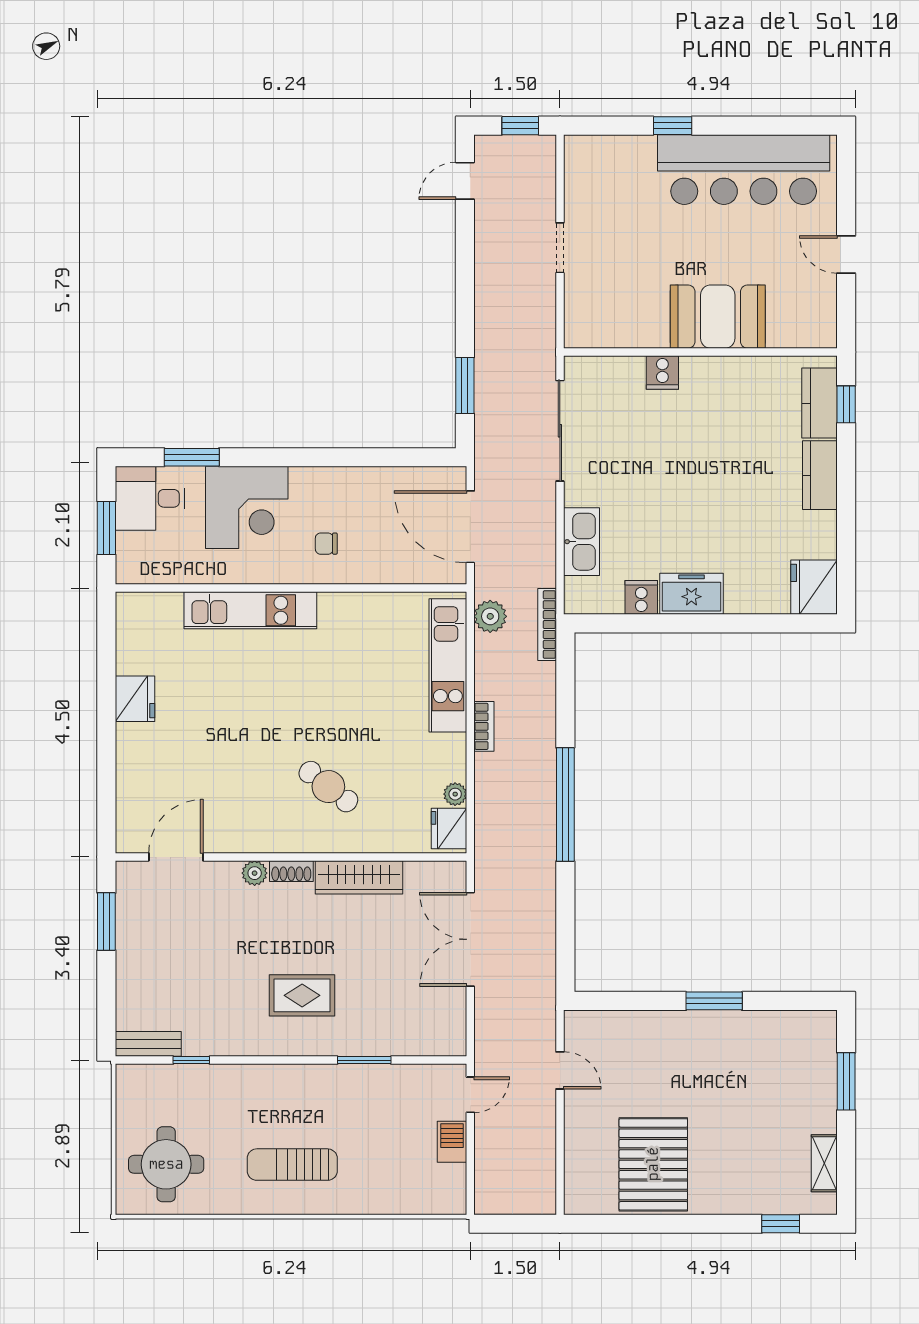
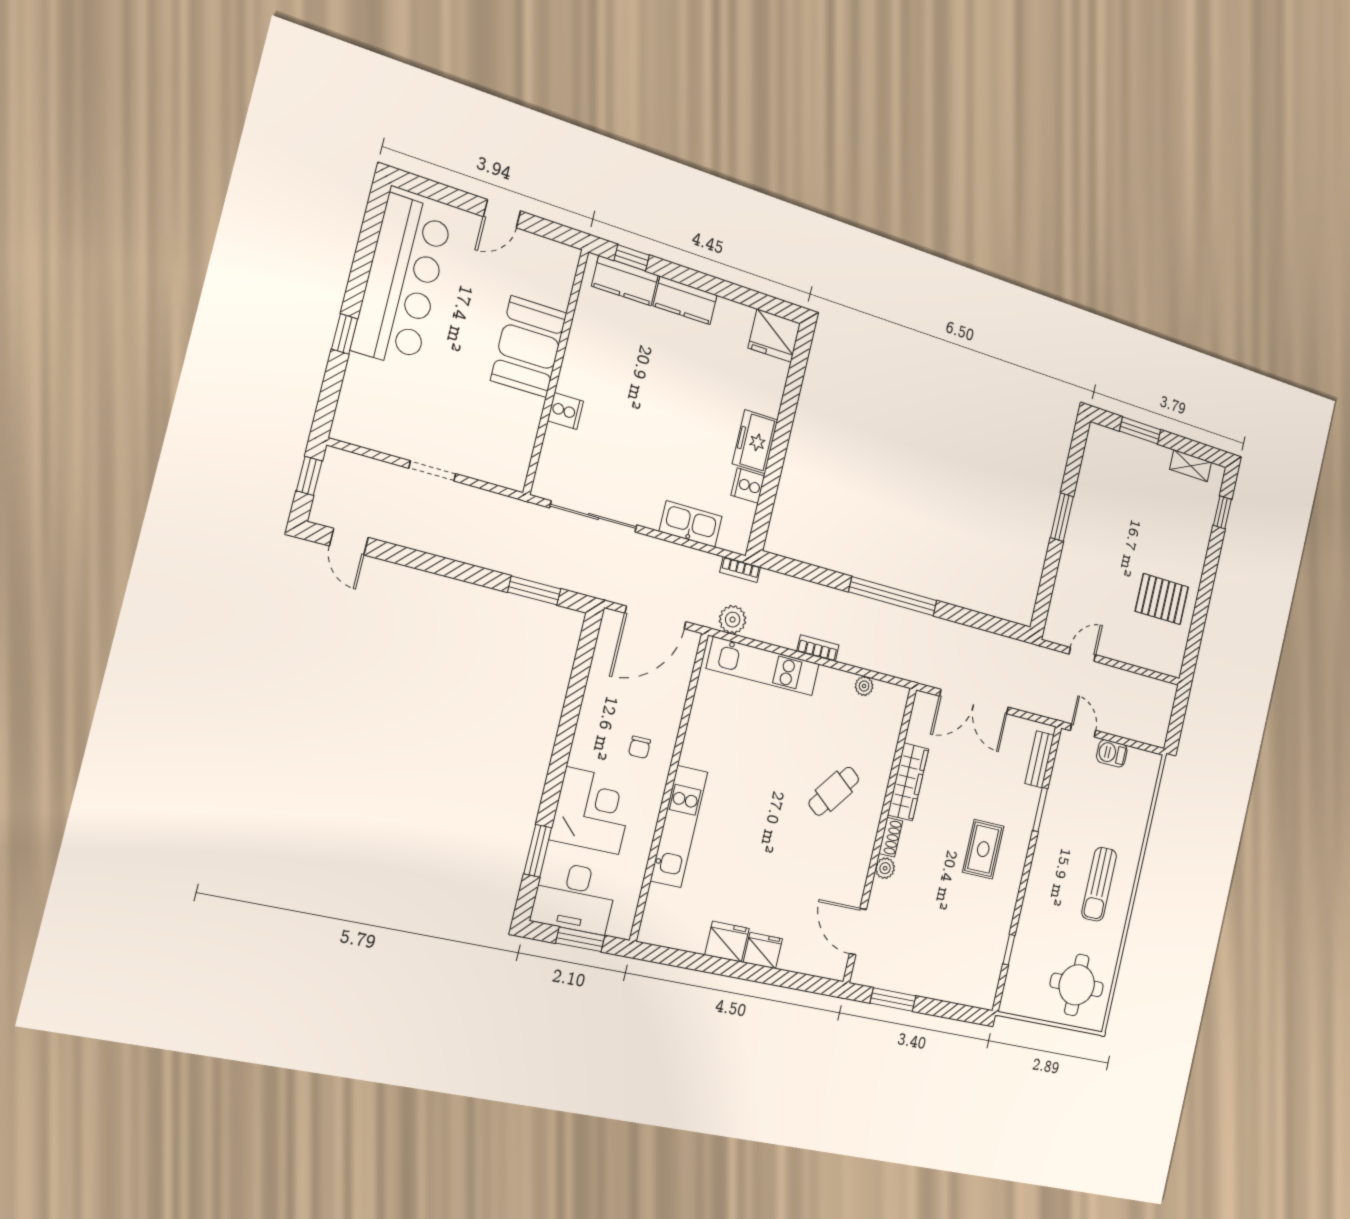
desk: (150, 498) -> (574, 897), width x1.37
bookcase: (547, 625) -> (740, 570), width x0.64
fridge: (449, 829) -> (763, 951), moved, turned 180
bench: (148, 1044) -> (1039, 759), moved
pallet: (653, 1164) -> (1162, 599), width x0.73, depth x0.71

